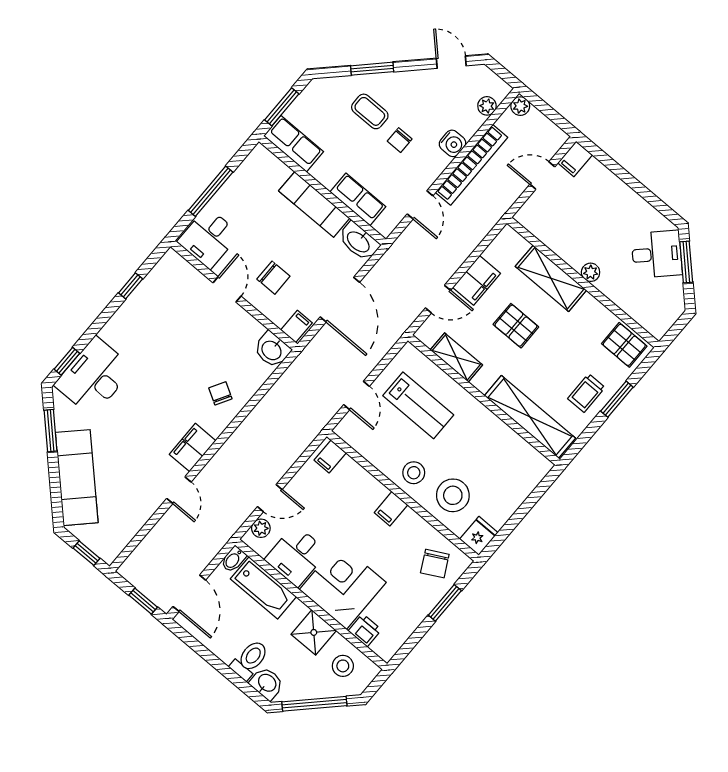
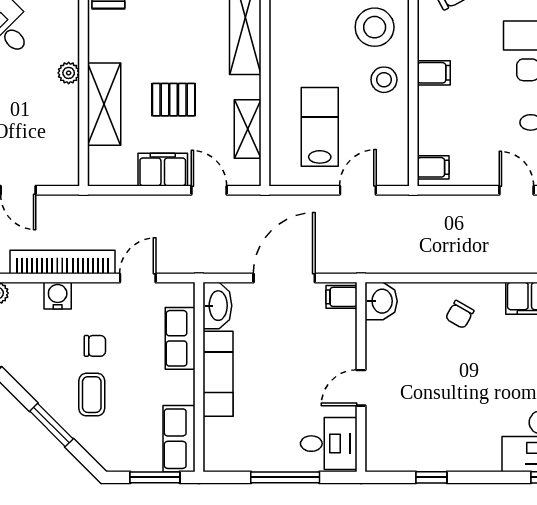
chair: (273, 278) -> (315, 355), removed
pallet: (516, 326) -> (174, 100), turned 90

